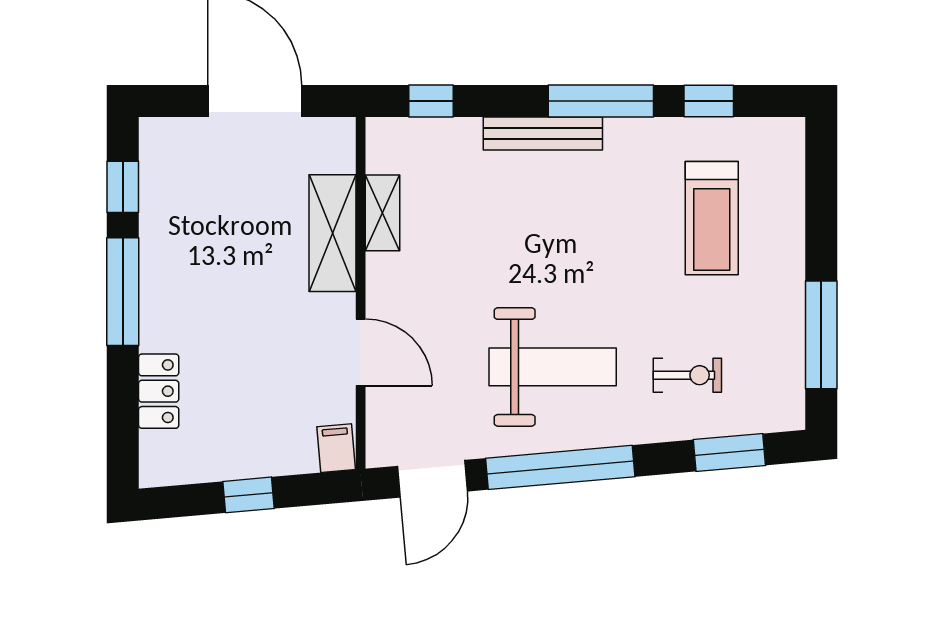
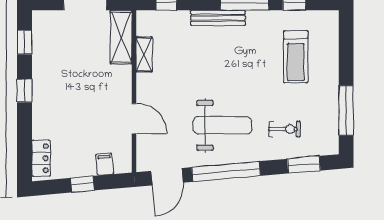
shelving: (332, 233) -> (121, 37), moved
window: (123, 292) -> (25, 91), width x0.46
locker: (159, 391) -> (41, 158), moved
filing cabinet: (336, 448) -> (105, 164), moved

